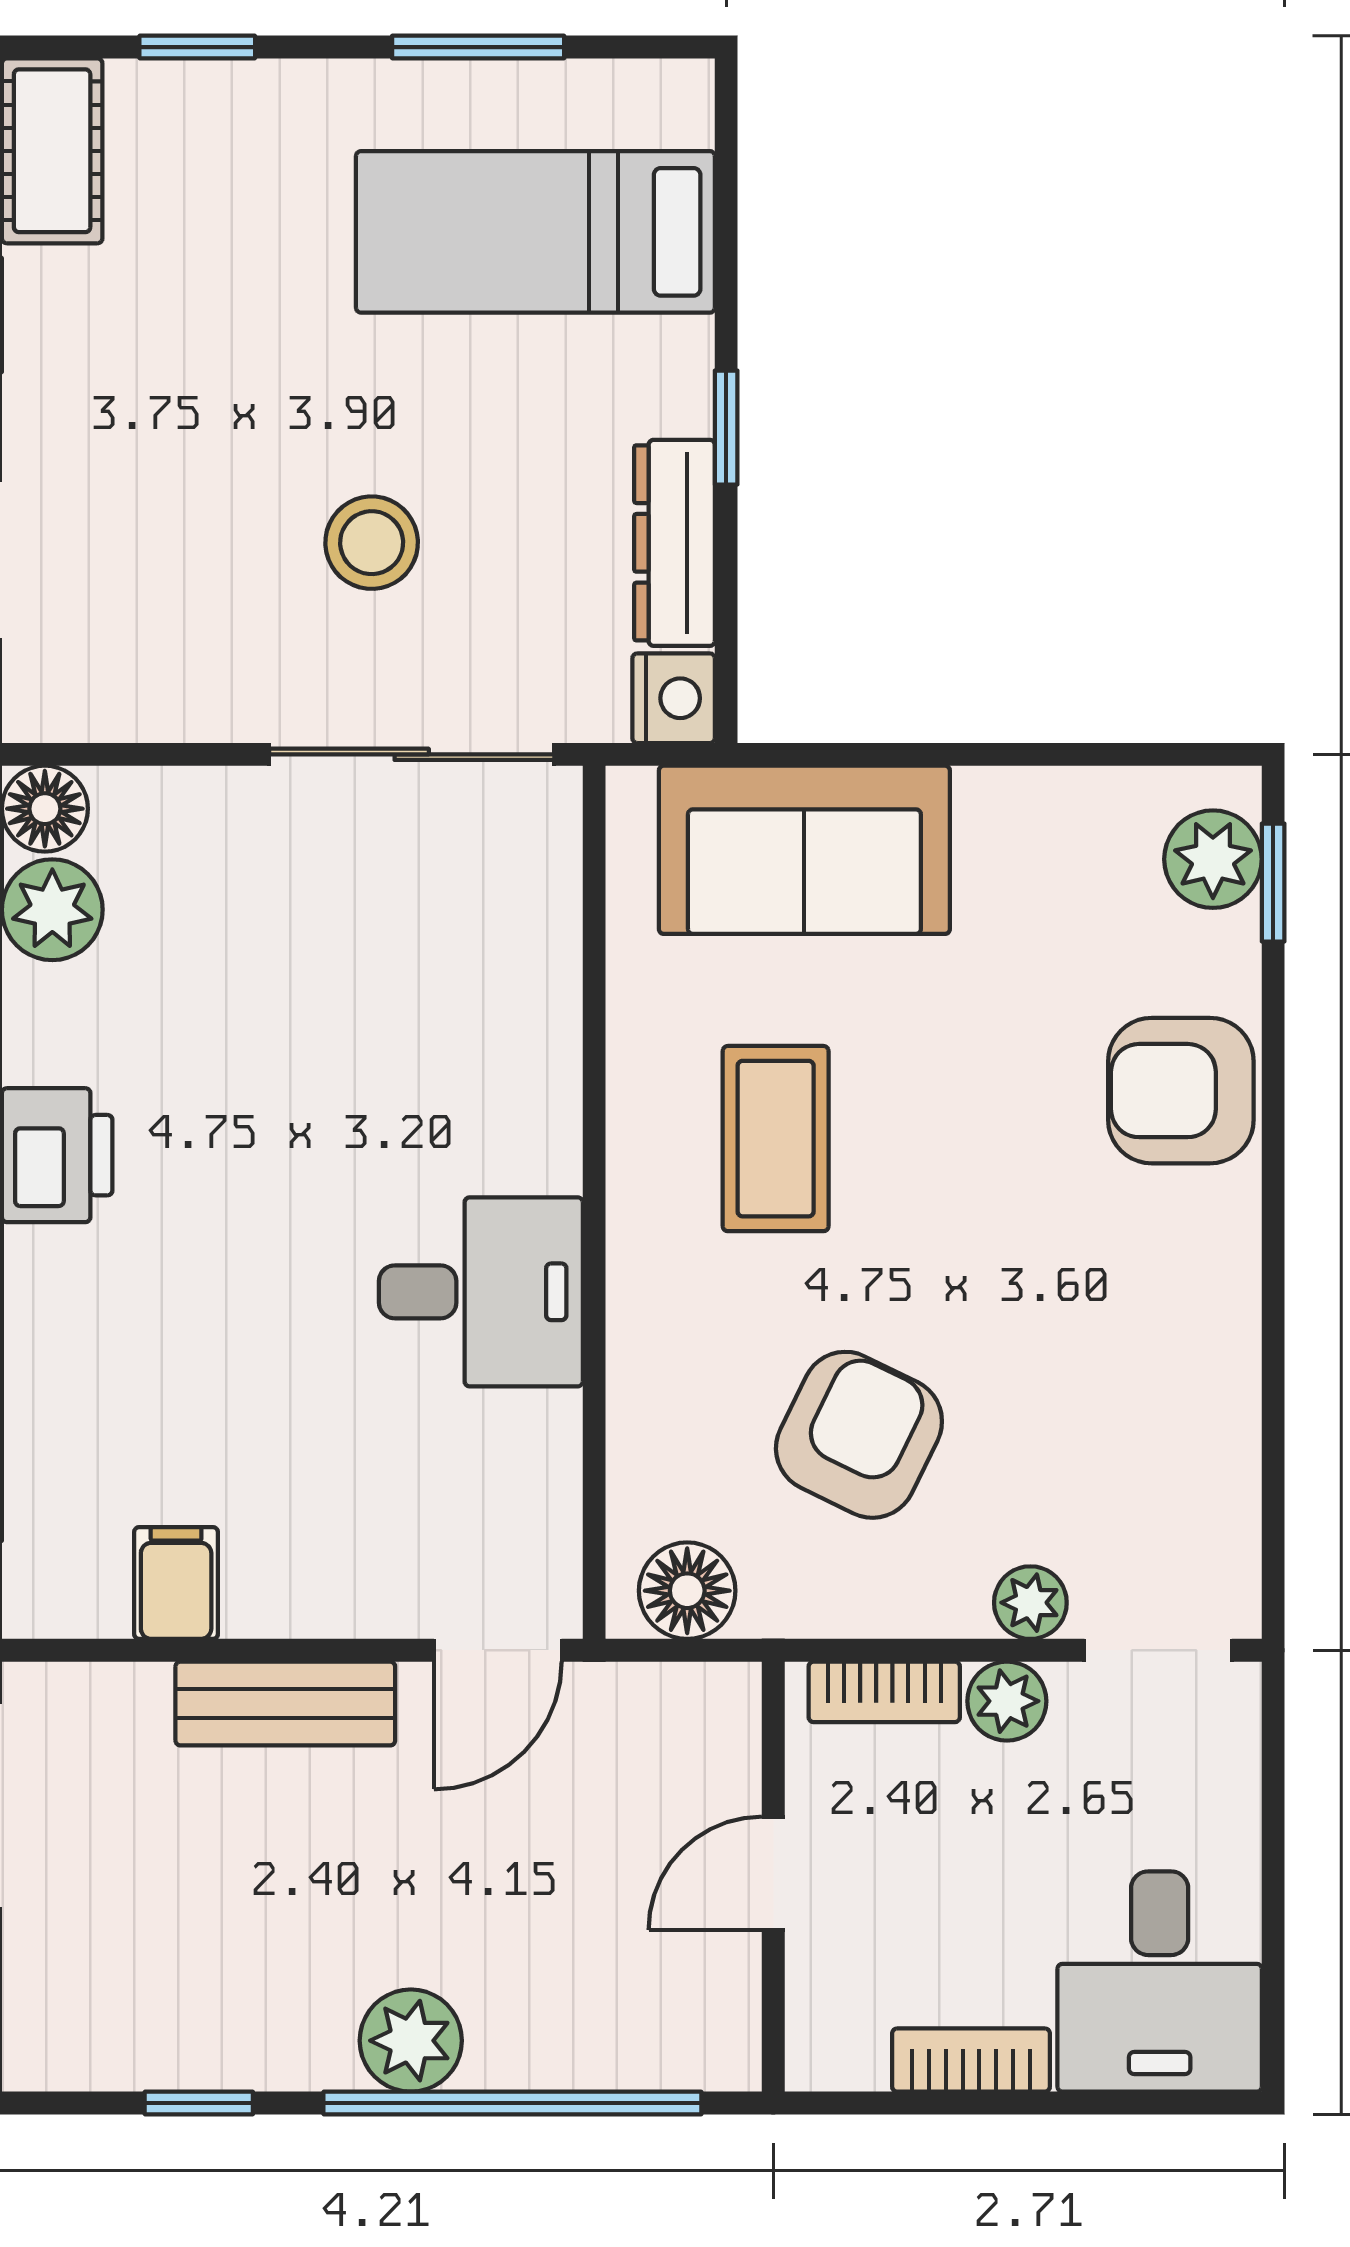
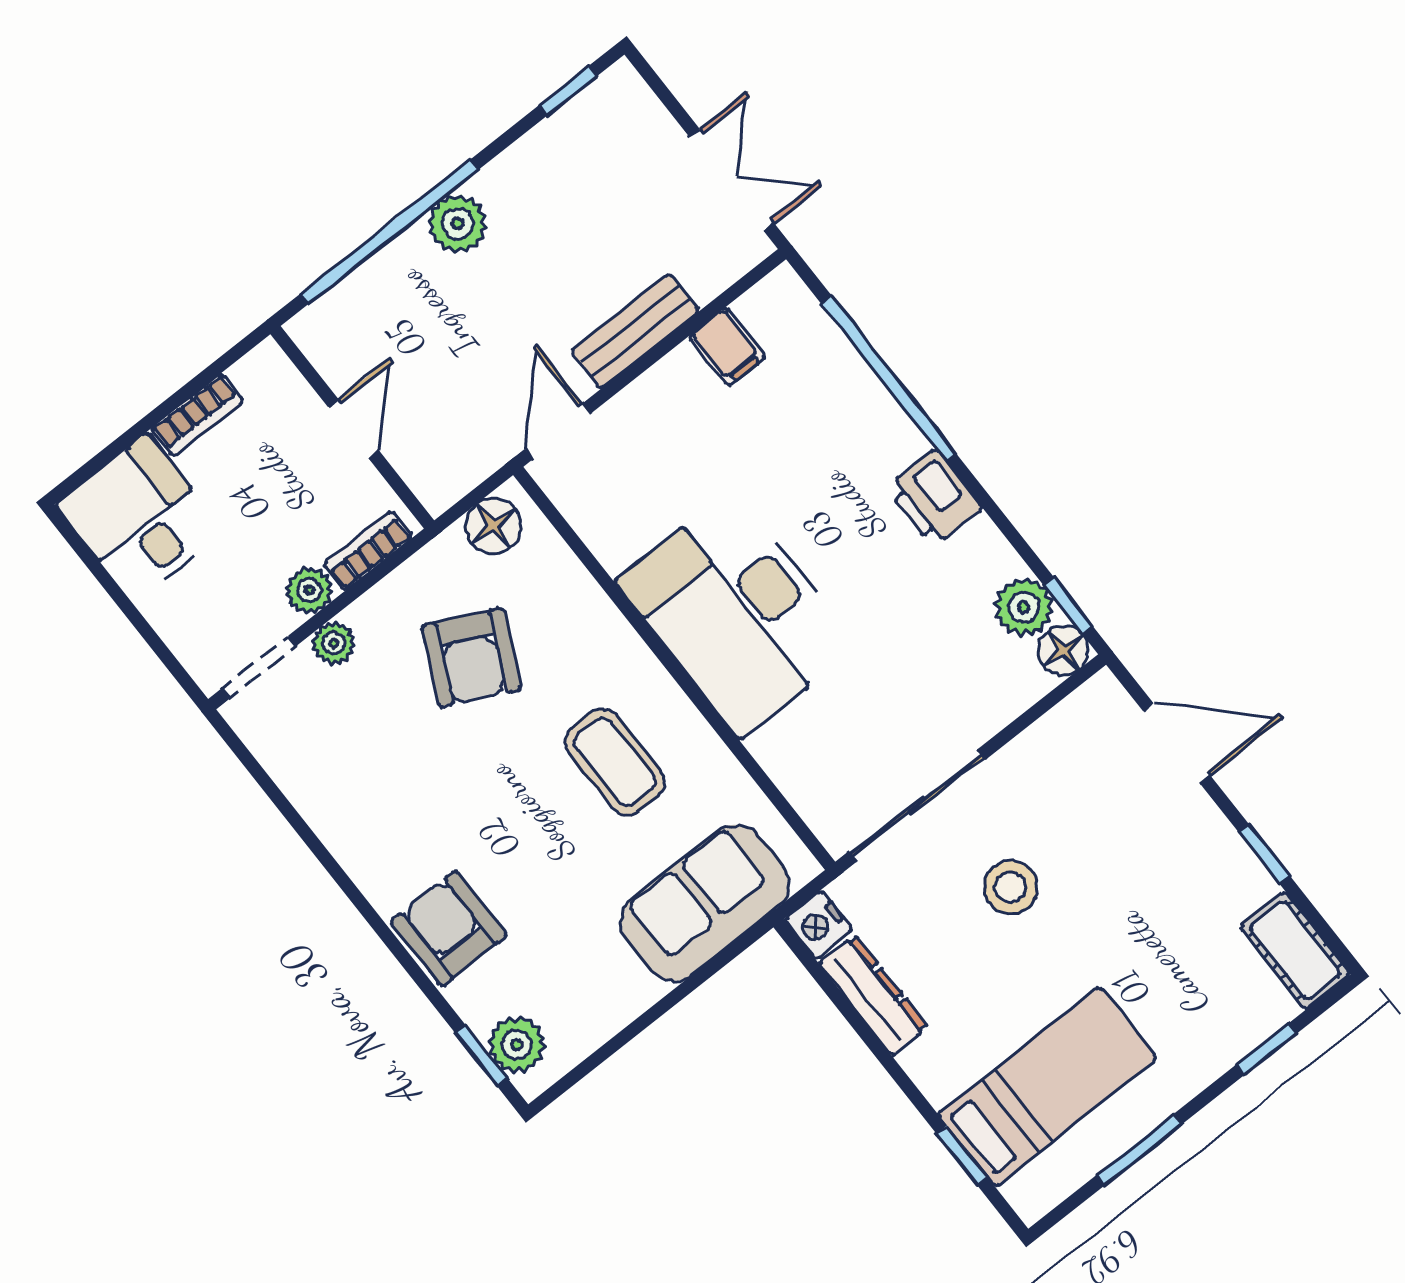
window: (726, 428) -> (962, 1156), moved
armchair: (1181, 1091) -> (449, 928), turned -90
desk: (481, 1292) -> (737, 614), width x1.87, depth x1.30
window: (199, 2103) -> (568, 91), moved

